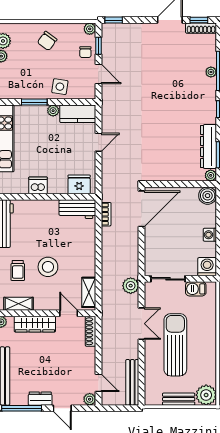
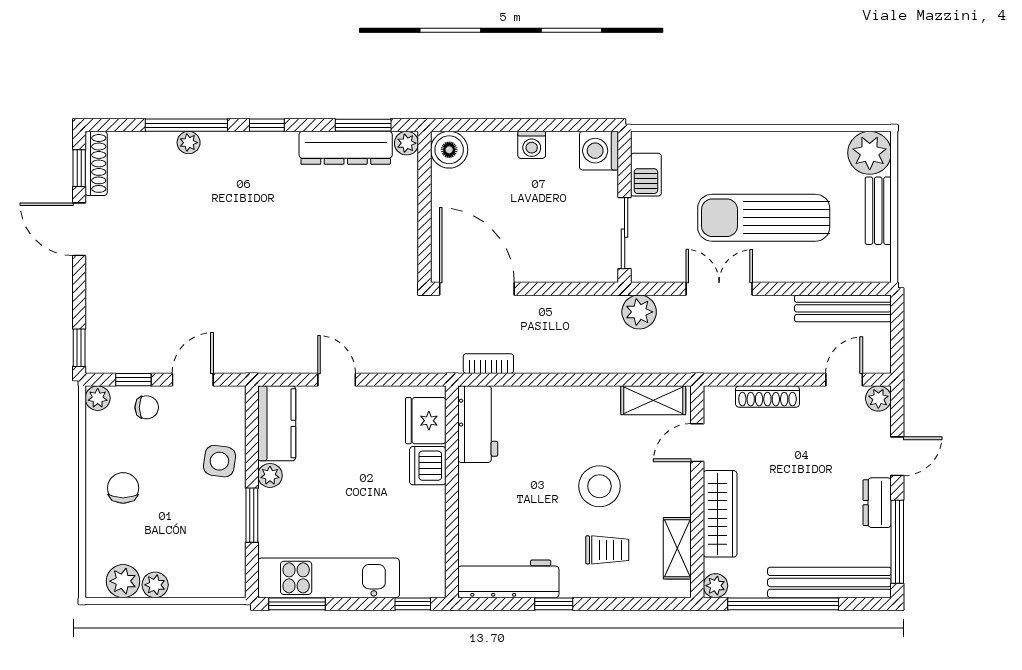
chair: (47, 41) -> (123, 488), turned -126
dishwasher: (38, 185) -> (428, 466), moved
shoe rack: (90, 331) -> (767, 397), moved

